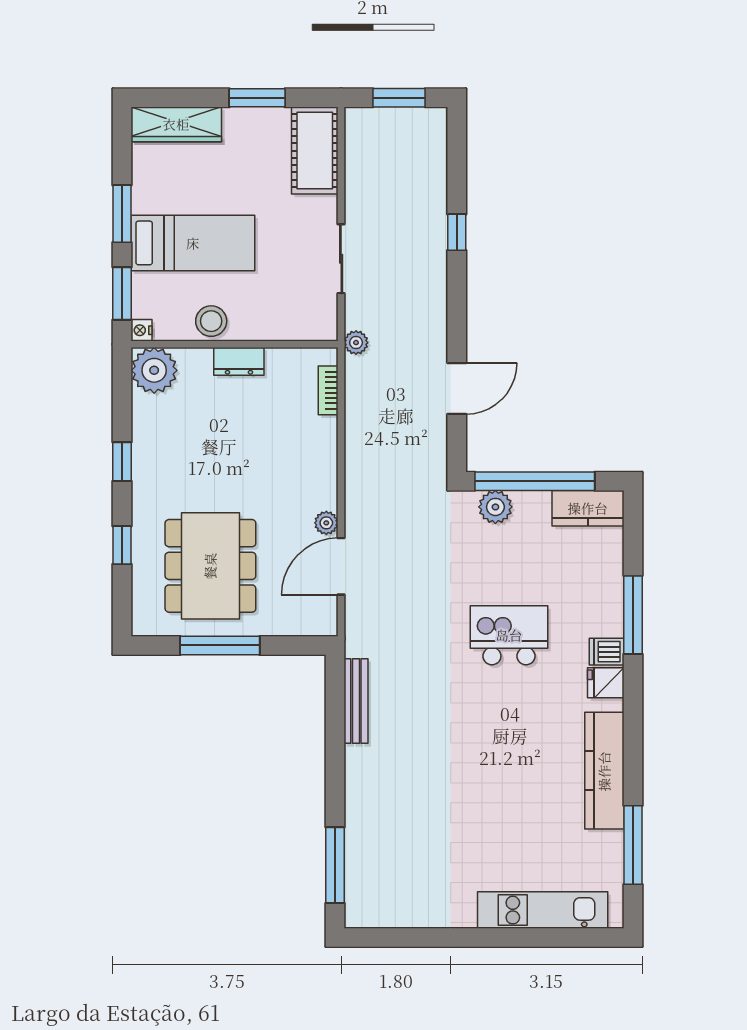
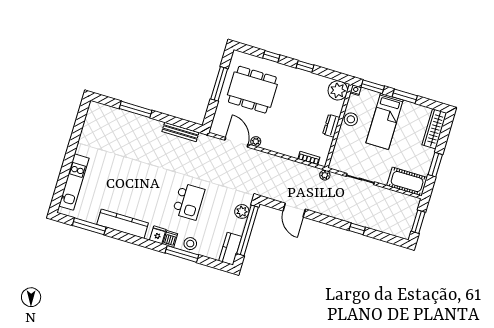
stool: (604, 603) -> (190, 244), added
window: (335, 865) -> (136, 109), moved

